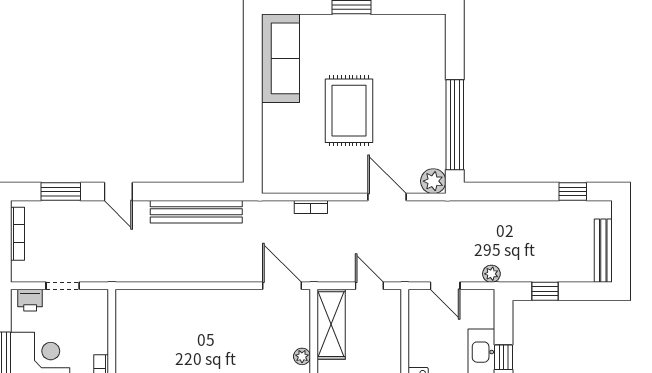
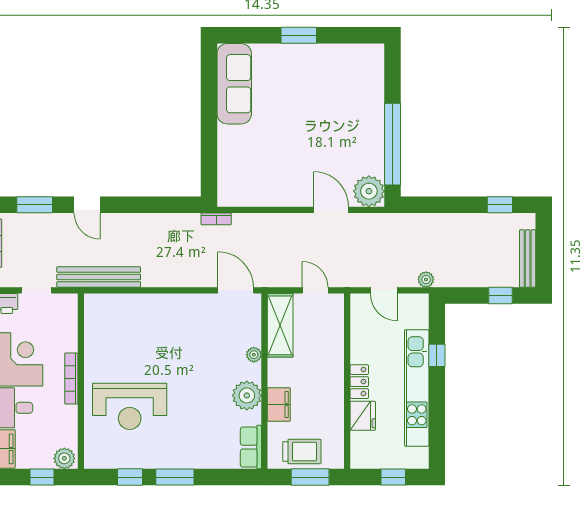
rug: (349, 111) -> (297, 131), removed
plant: (433, 181) -> (369, 191), width x1.36, depth x1.36
bookcase: (311, 207) -> (216, 219), moved
bench: (196, 212) -> (99, 277), moved
window: (545, 291) -> (501, 296), moved

